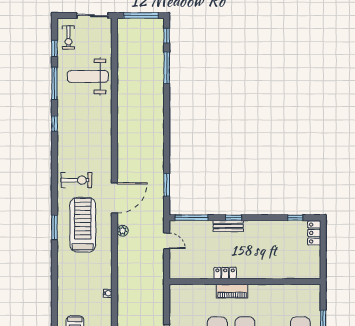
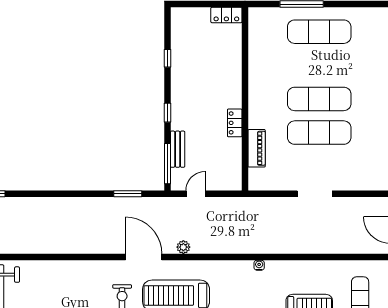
window: (295, 218) -> (167, 58), moved
bench: (228, 226) -> (178, 149), moved
locker: (314, 233) -> (226, 15), moved
piano: (232, 291) -> (257, 148), moved

